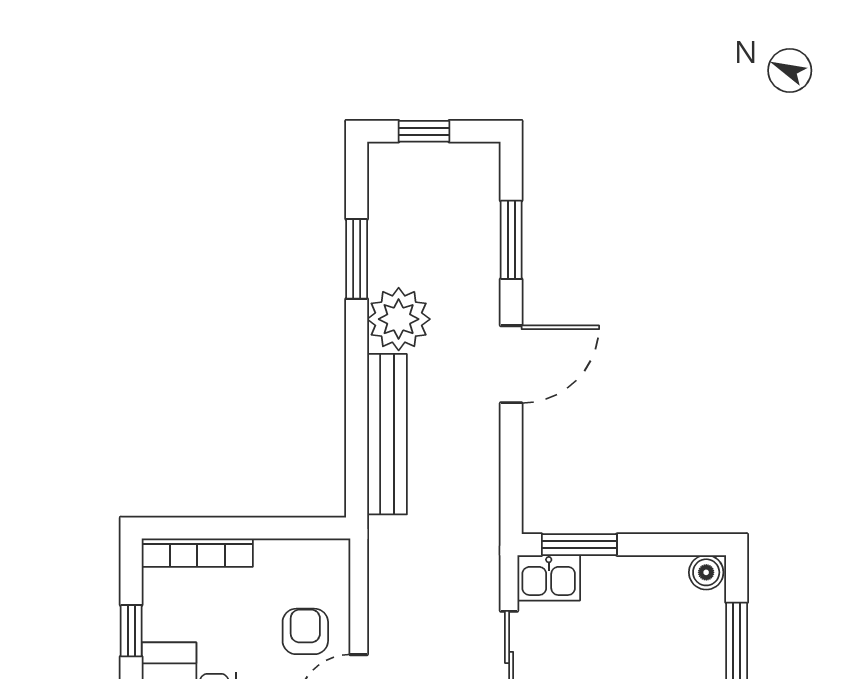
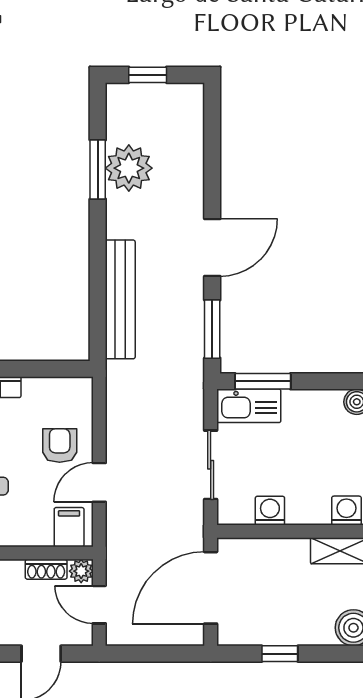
window: (511, 240) -> (212, 329), moved
plant: (399, 319) -> (129, 168), moved
kitchen sink: (549, 578) -> (249, 406), width x1.38

